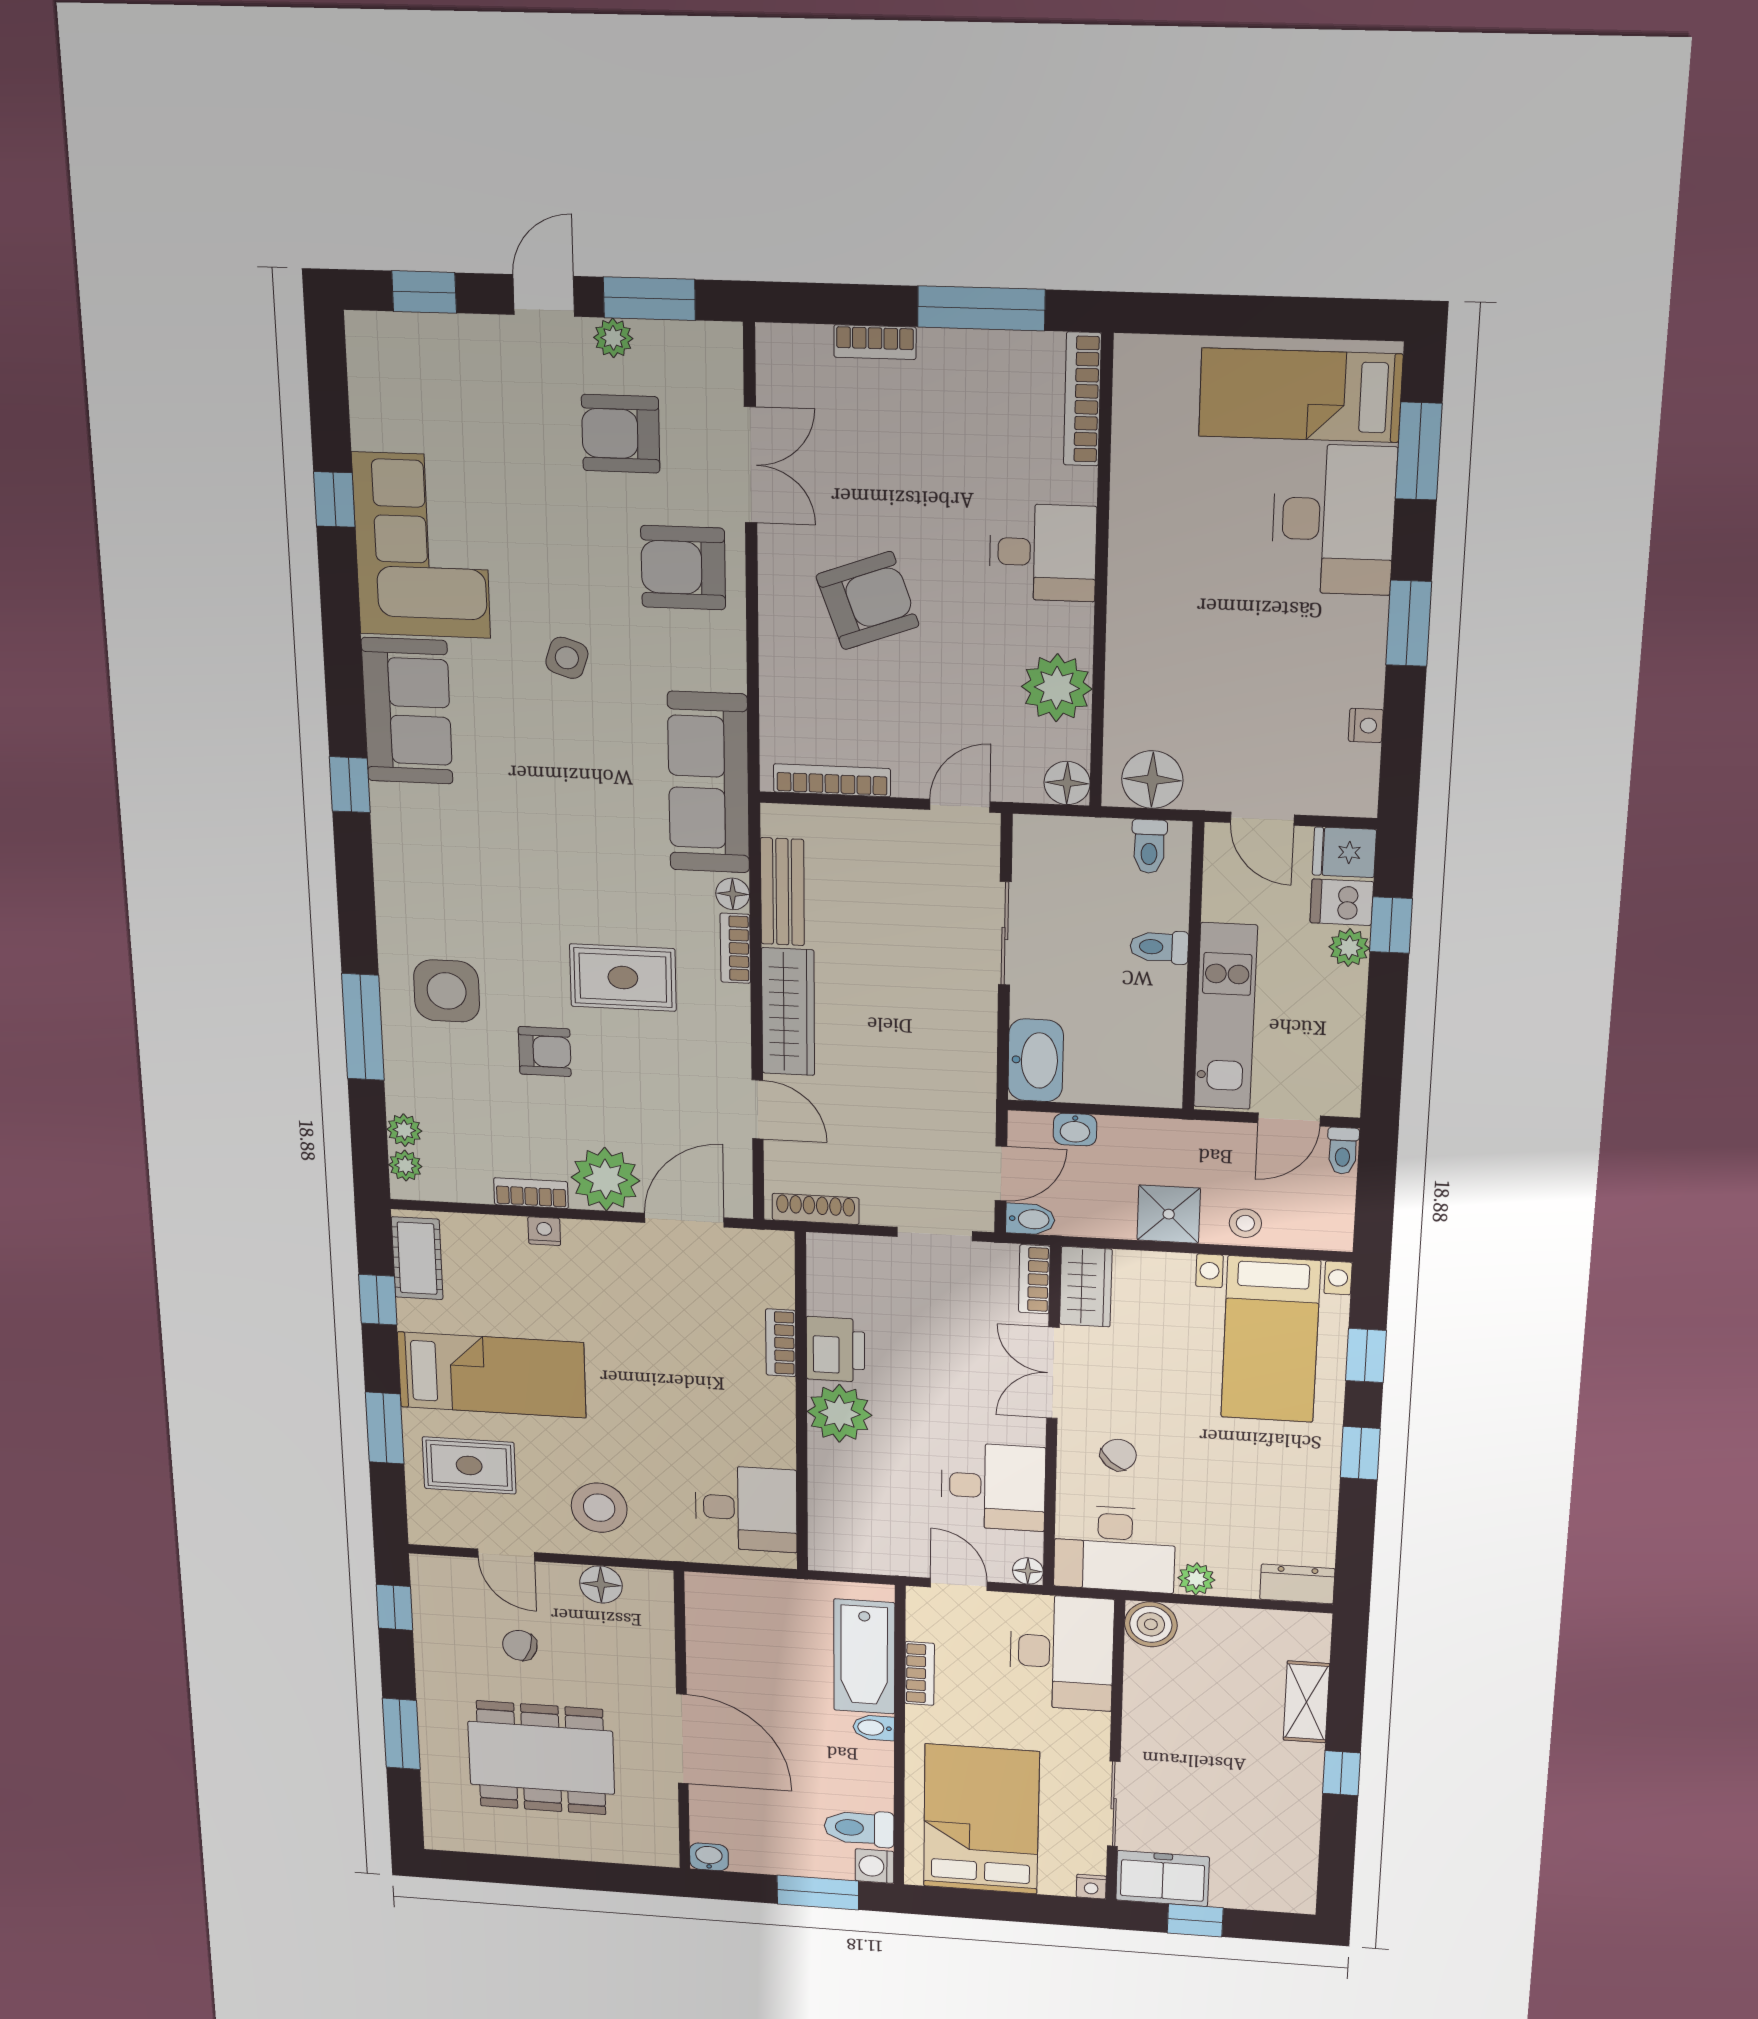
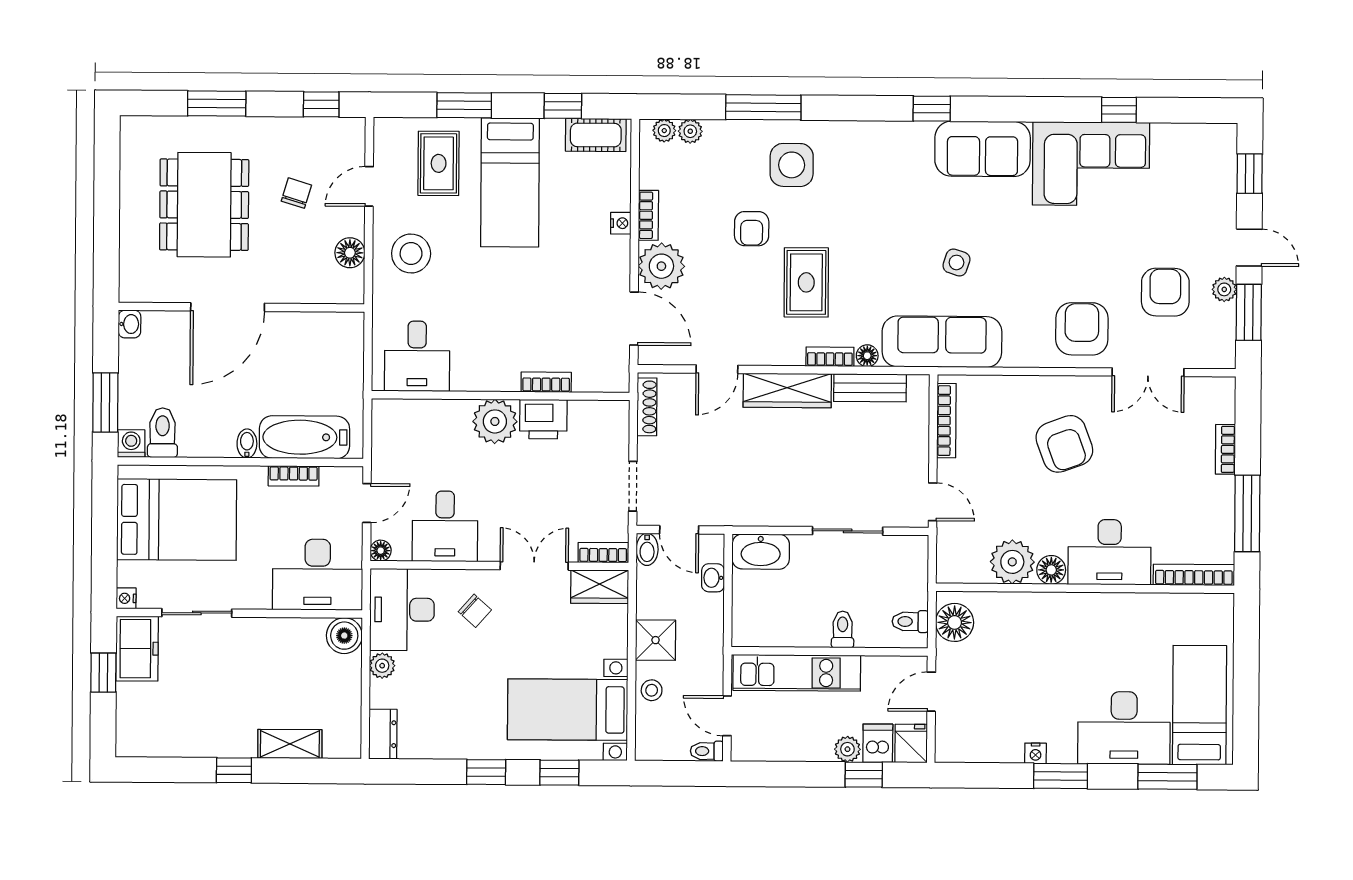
desk: (1043, 552) -> (1110, 552), width x1.37
side table: (567, 658) -> (956, 262), moved
nightstand: (1366, 725) -> (1036, 753), moved
floor lamp: (1067, 783) -> (1051, 570), moved

